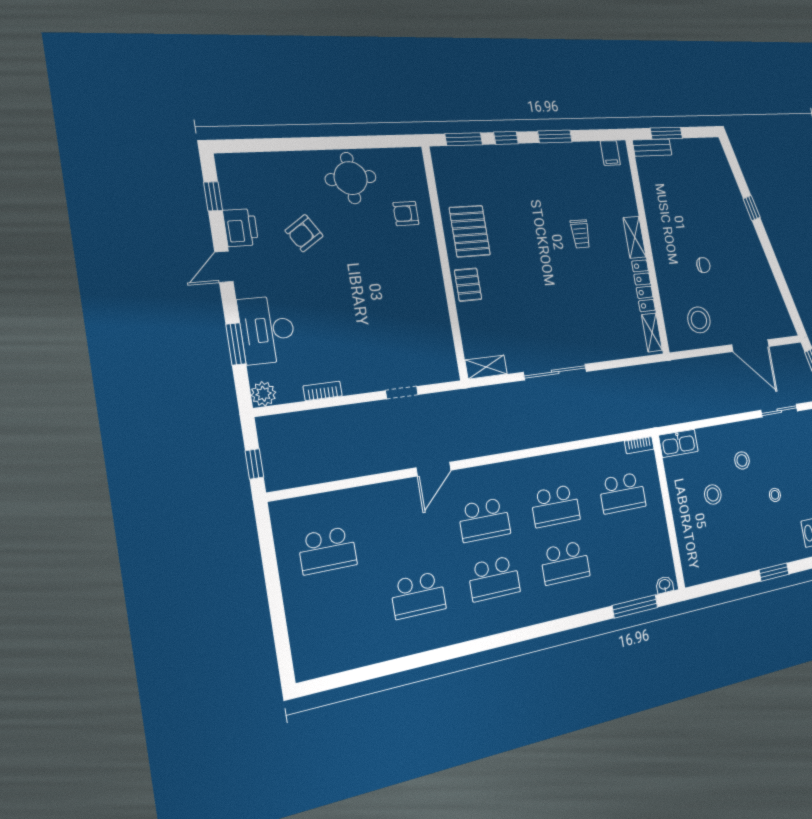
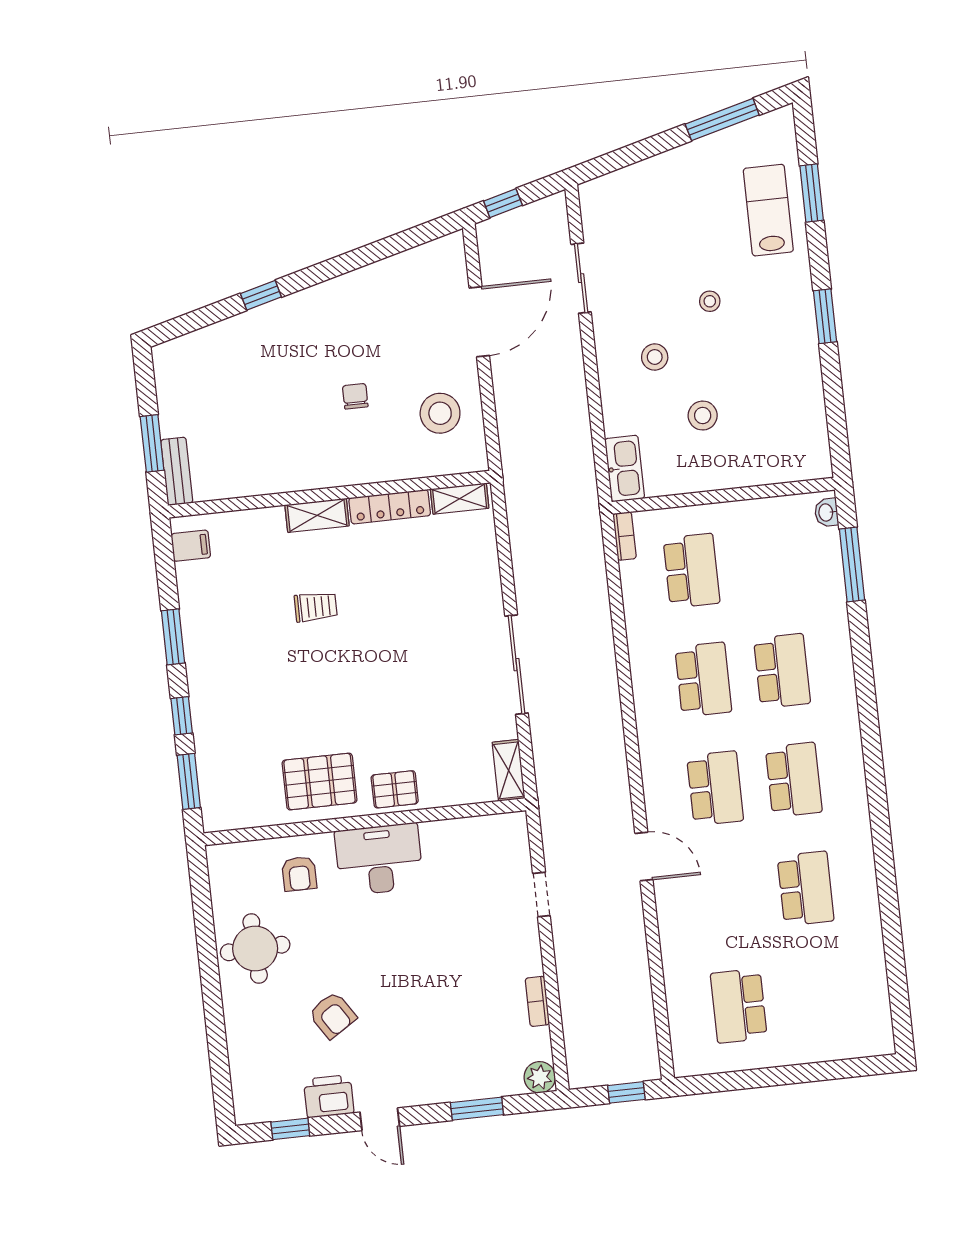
desk: (267, 330) -> (379, 859), moved, turned 180
school desk: (327, 550) -> (739, 1006), turned 180

